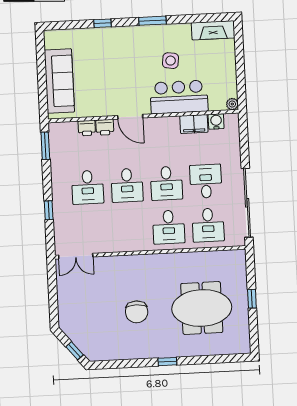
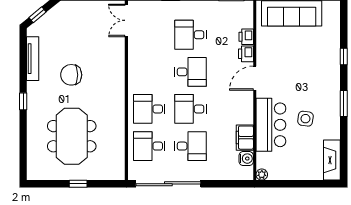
desk: (127, 185) -> (191, 72), turned 180
tv unit: (121, 354) -> (33, 59), added

